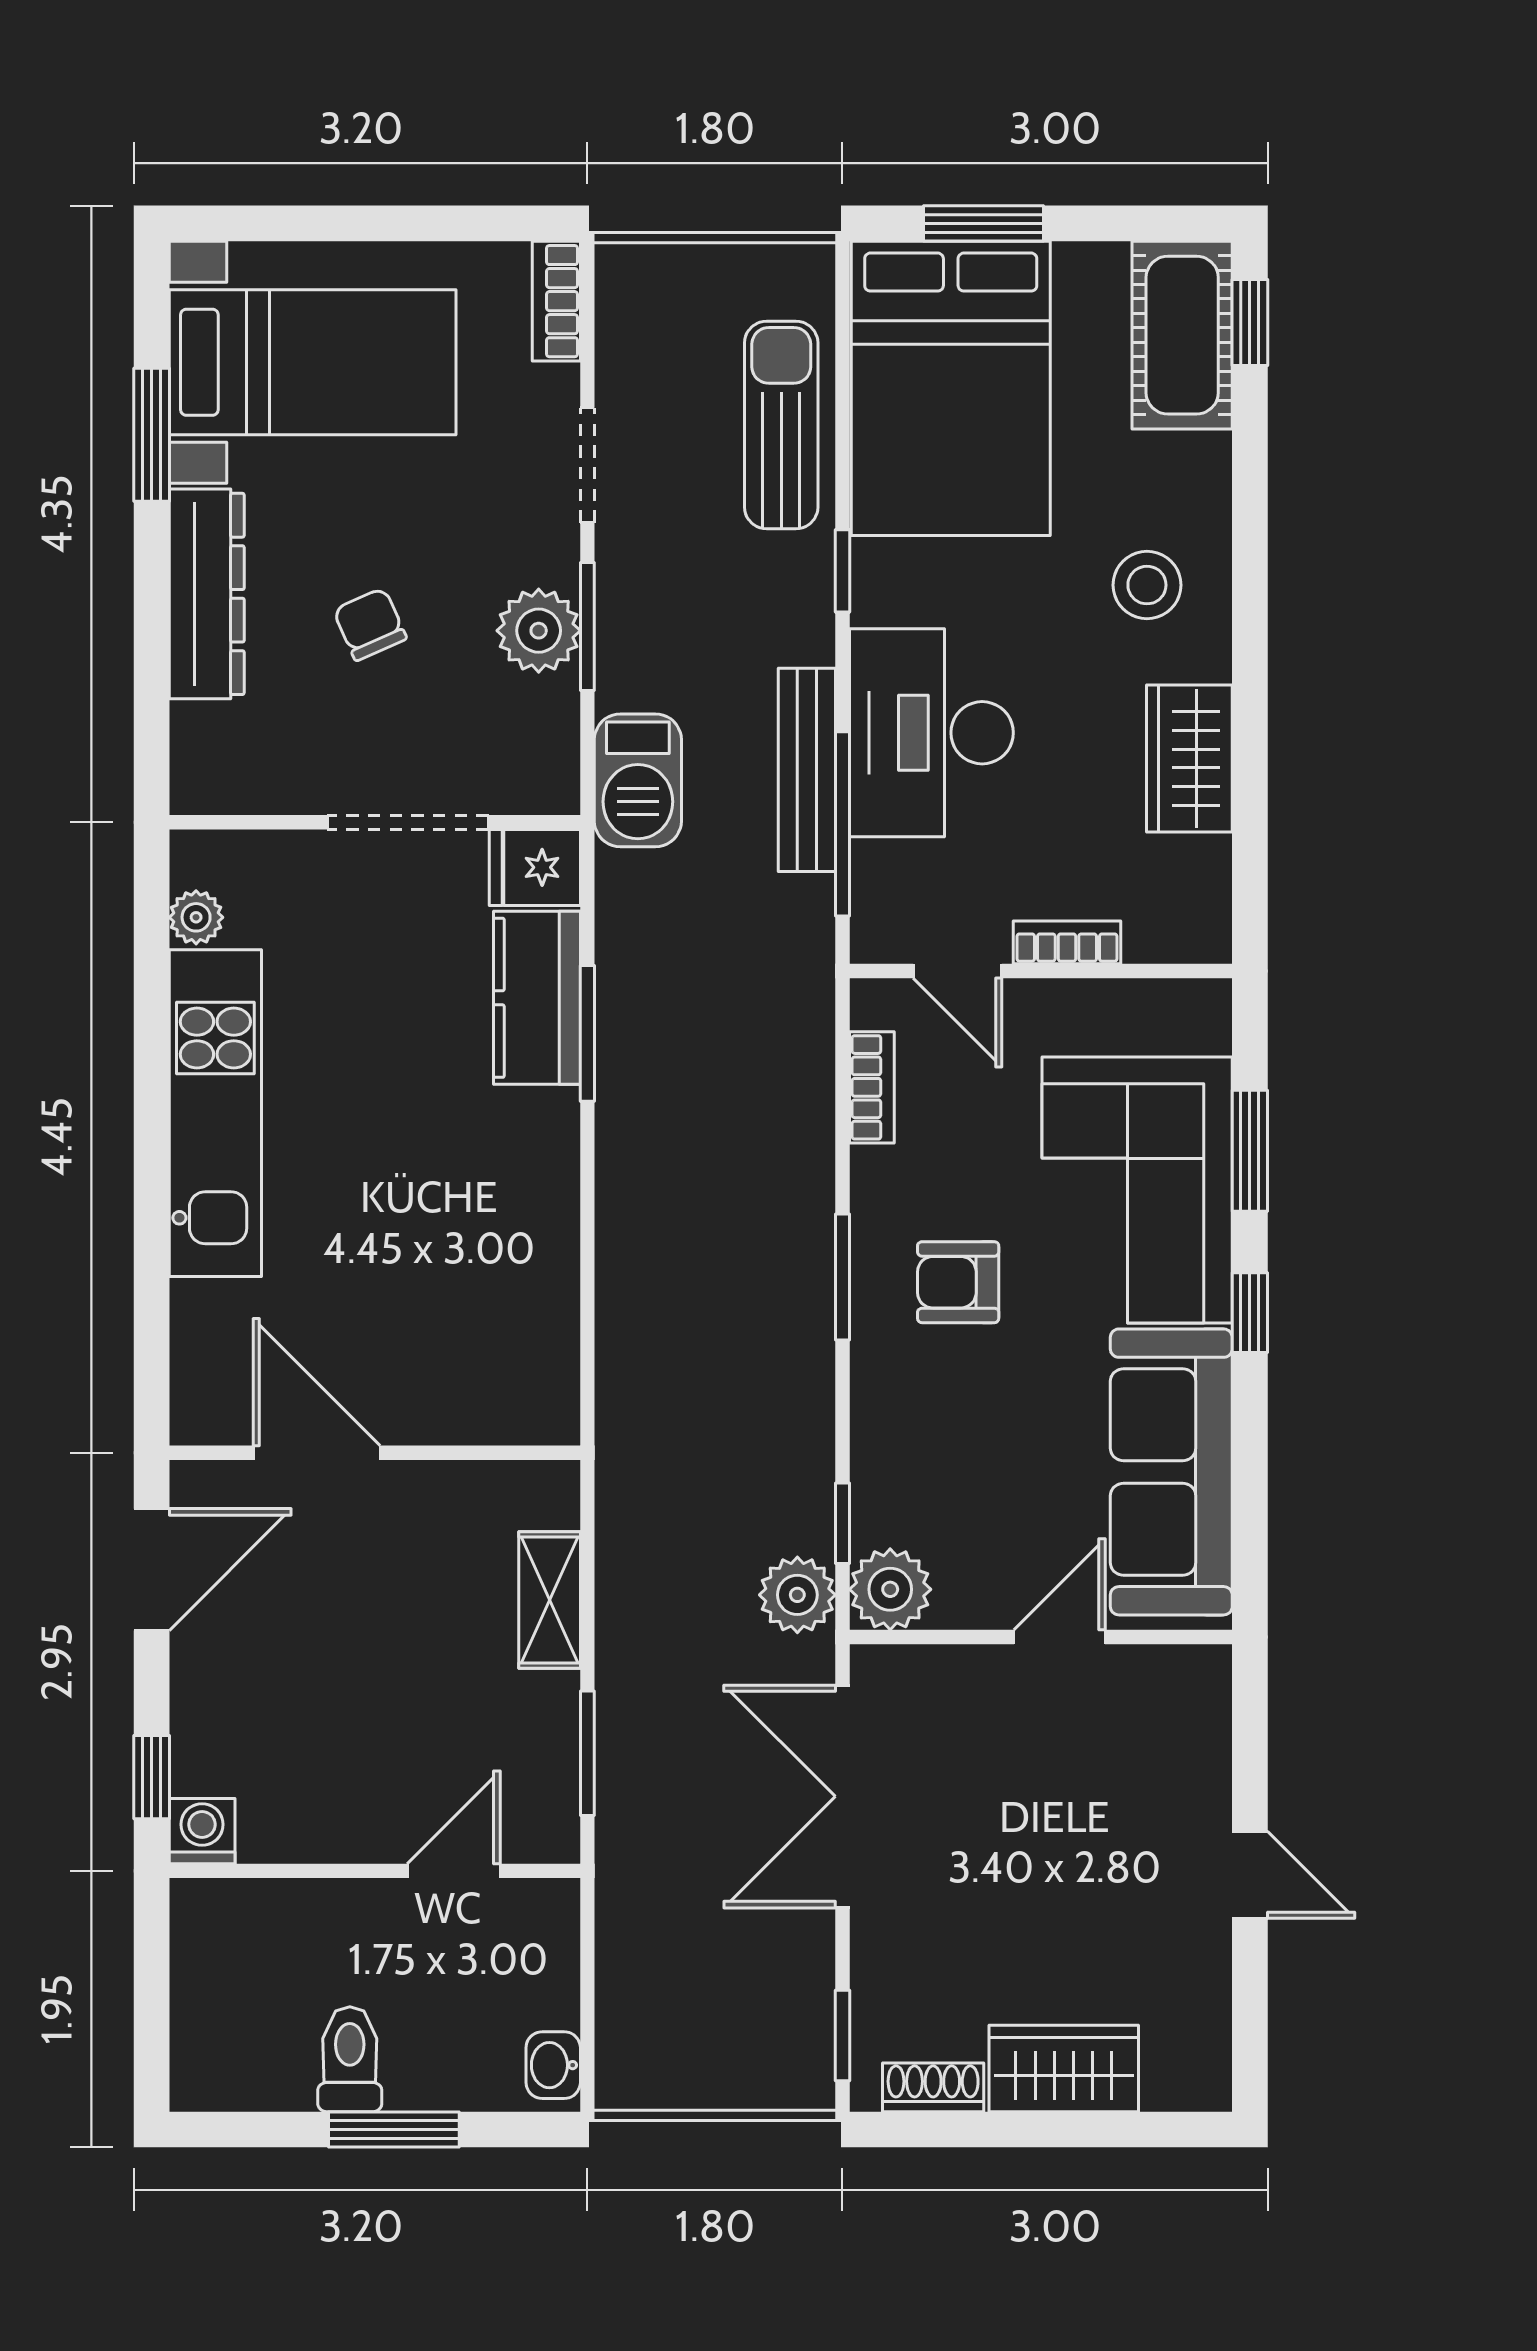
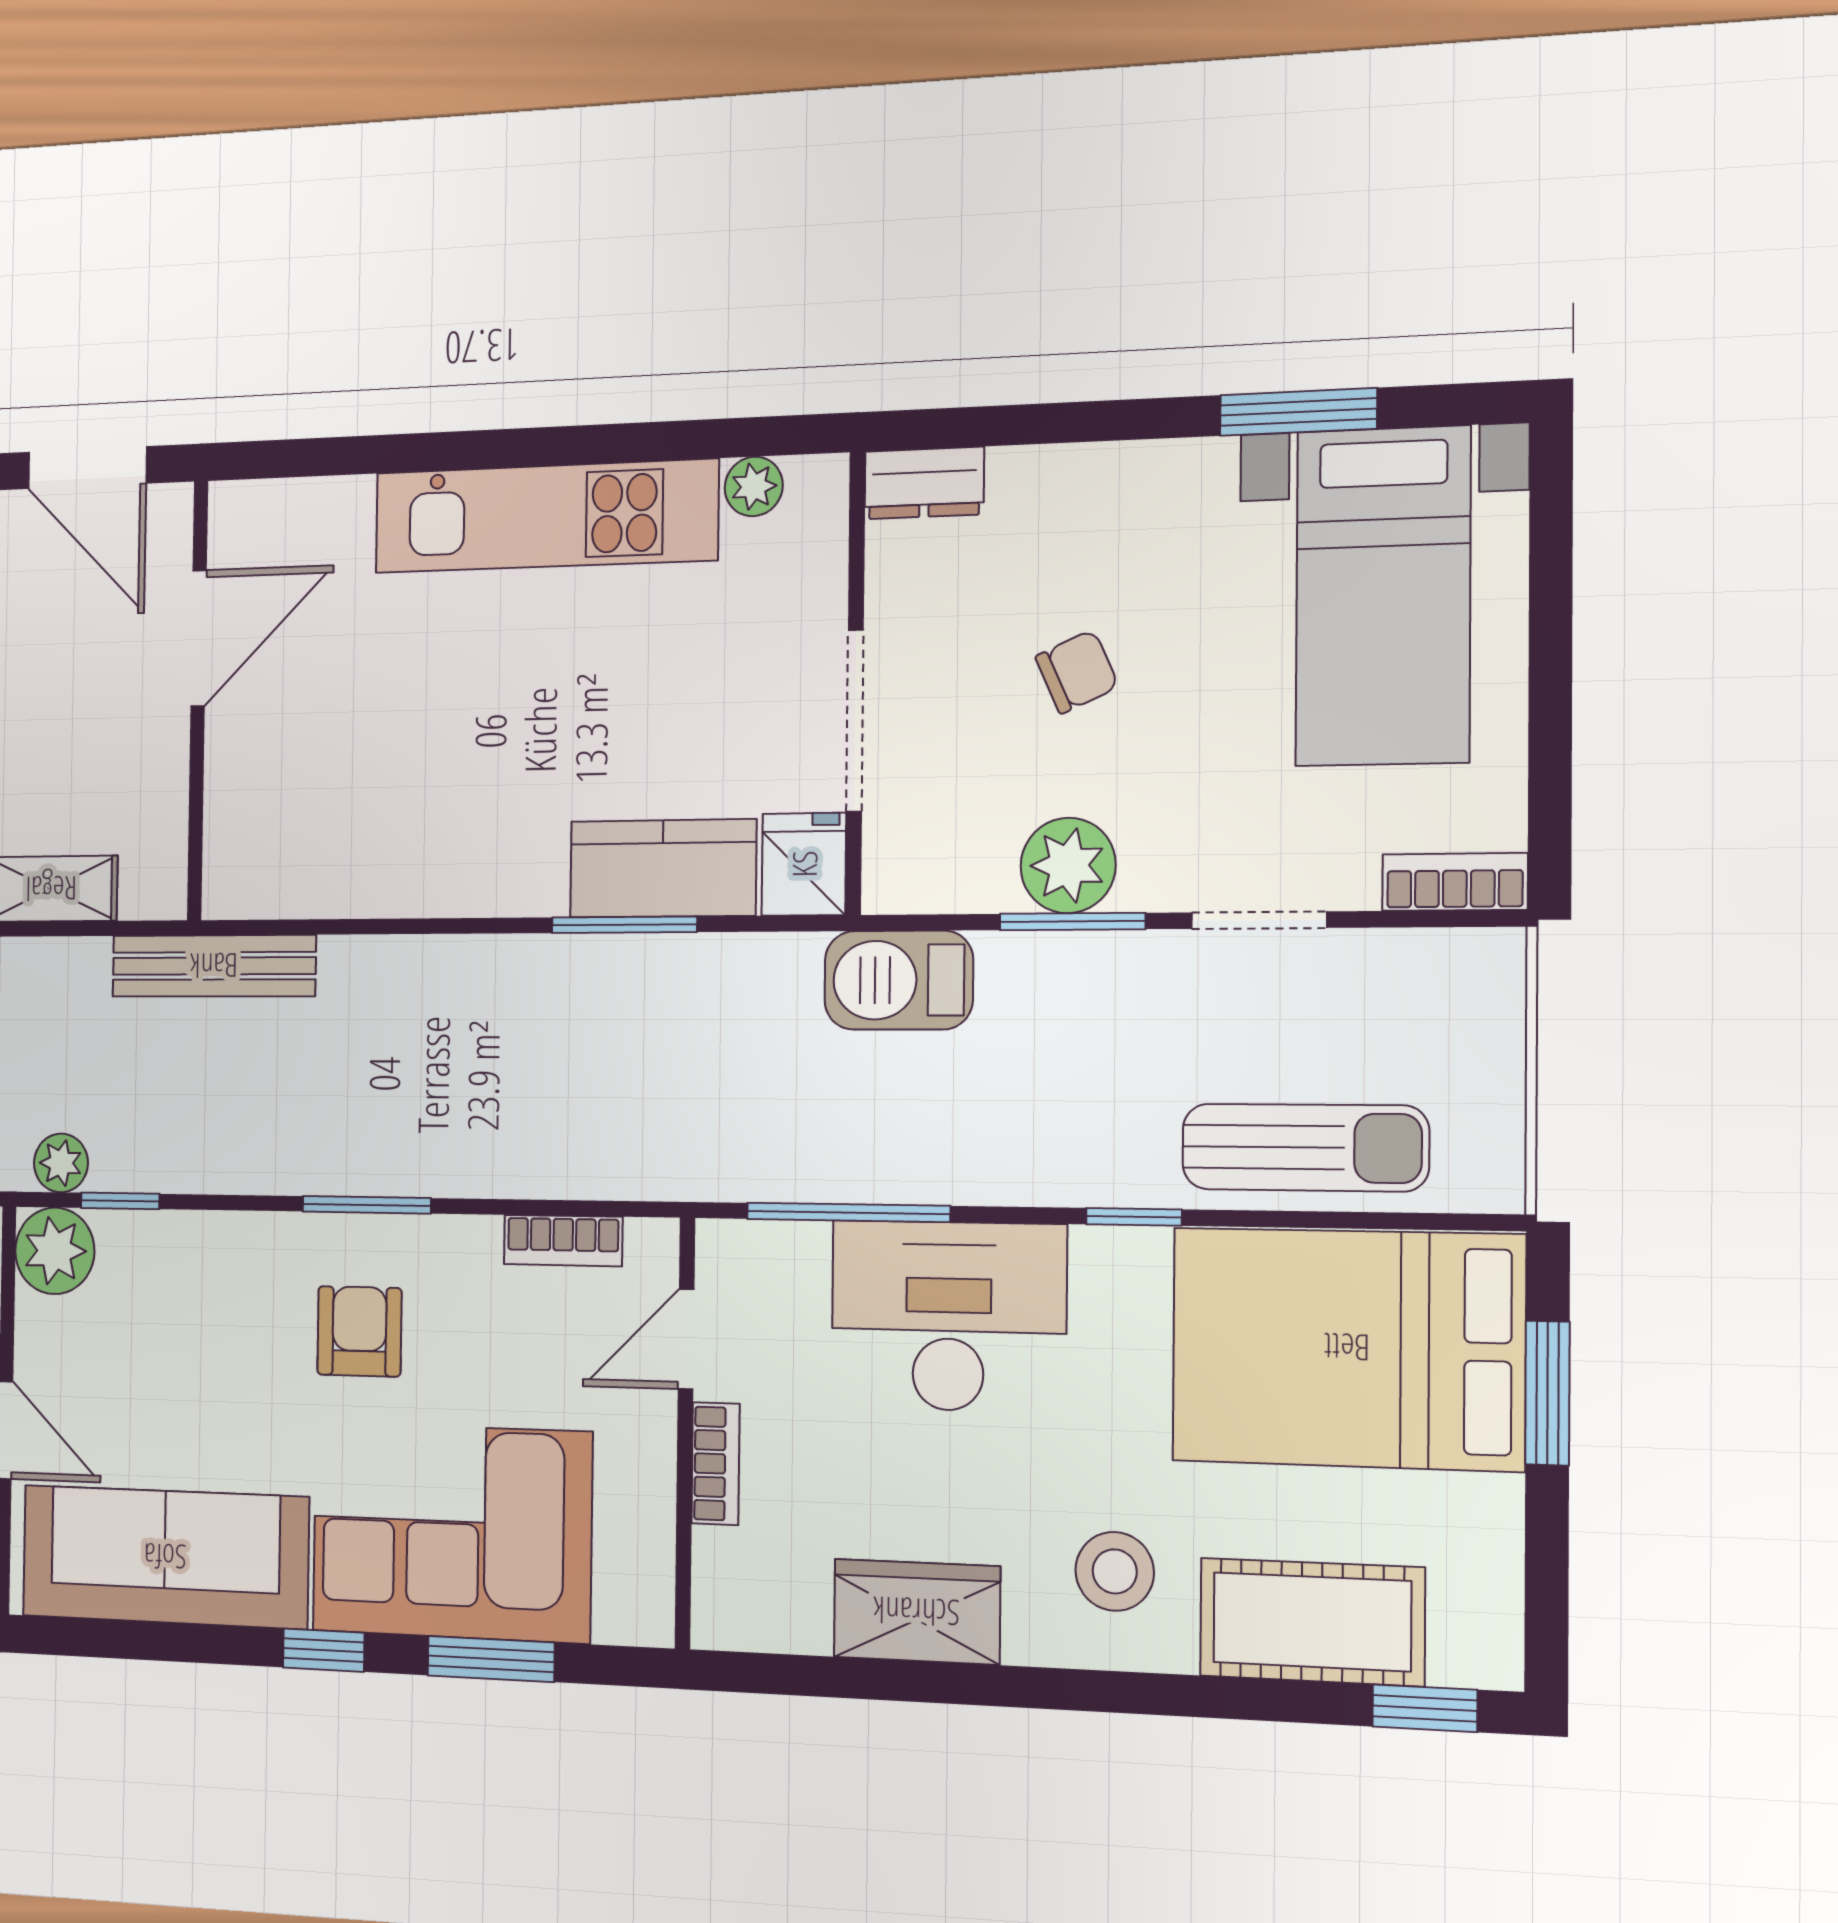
cot: (1182, 335) -> (1312, 1622), moved
dresser: (207, 594) -> (924, 483), moved, width x0.51, depth x0.80
bench: (807, 770) -> (214, 966), moved
plant: (797, 1595) -> (61, 1163), width x0.73, depth x0.73

